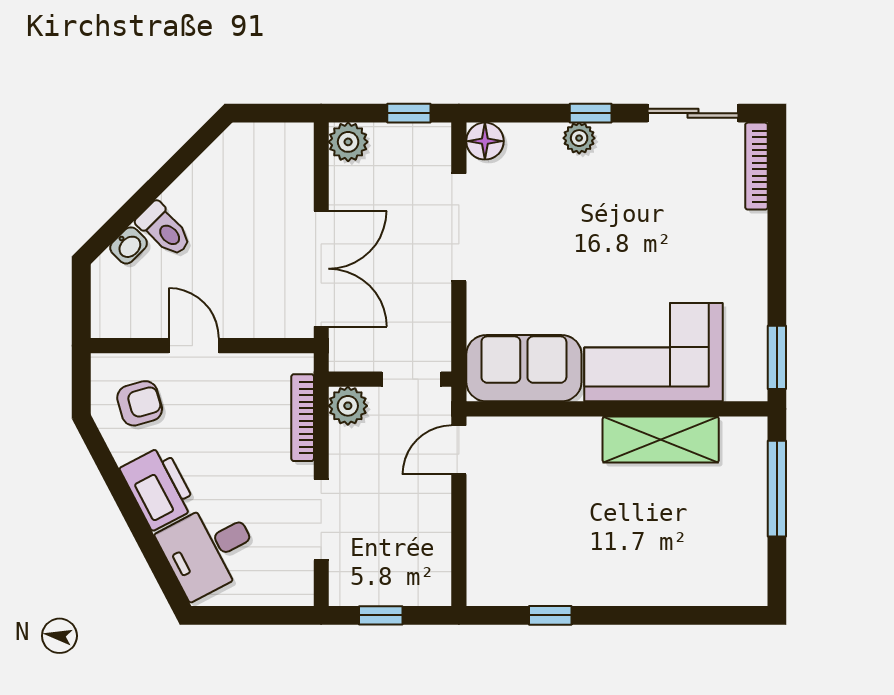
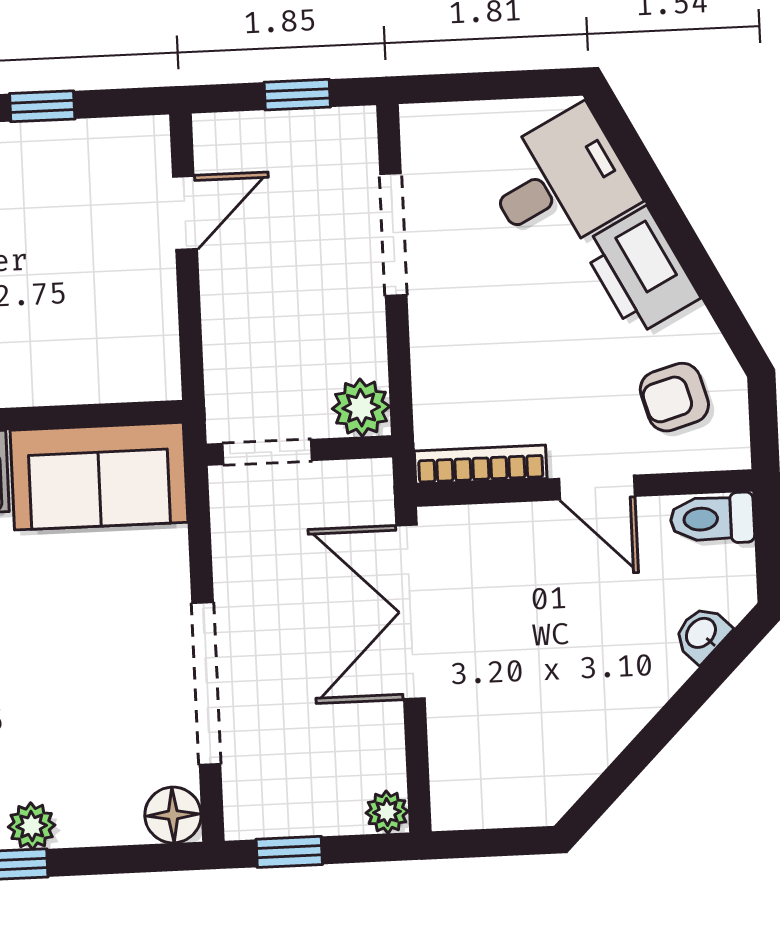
plant: (348, 142) -> (387, 812), width x0.73, depth x0.73
toilet: (164, 229) -> (712, 519), moved, turned -45
bookcase: (303, 418) -> (481, 465), moved, turned -90
door: (459, 450) -> (185, 213), moved

